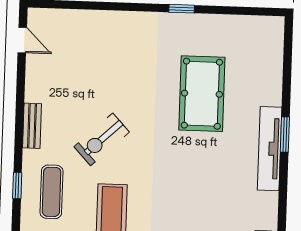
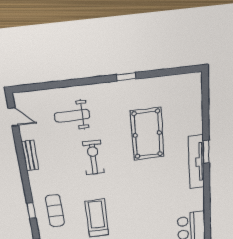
weight bench: (101, 51) -> (72, 116), added
bench: (32, 126) -> (30, 156), moved
exercise bike: (102, 139) -> (93, 158), moved, turned 133

